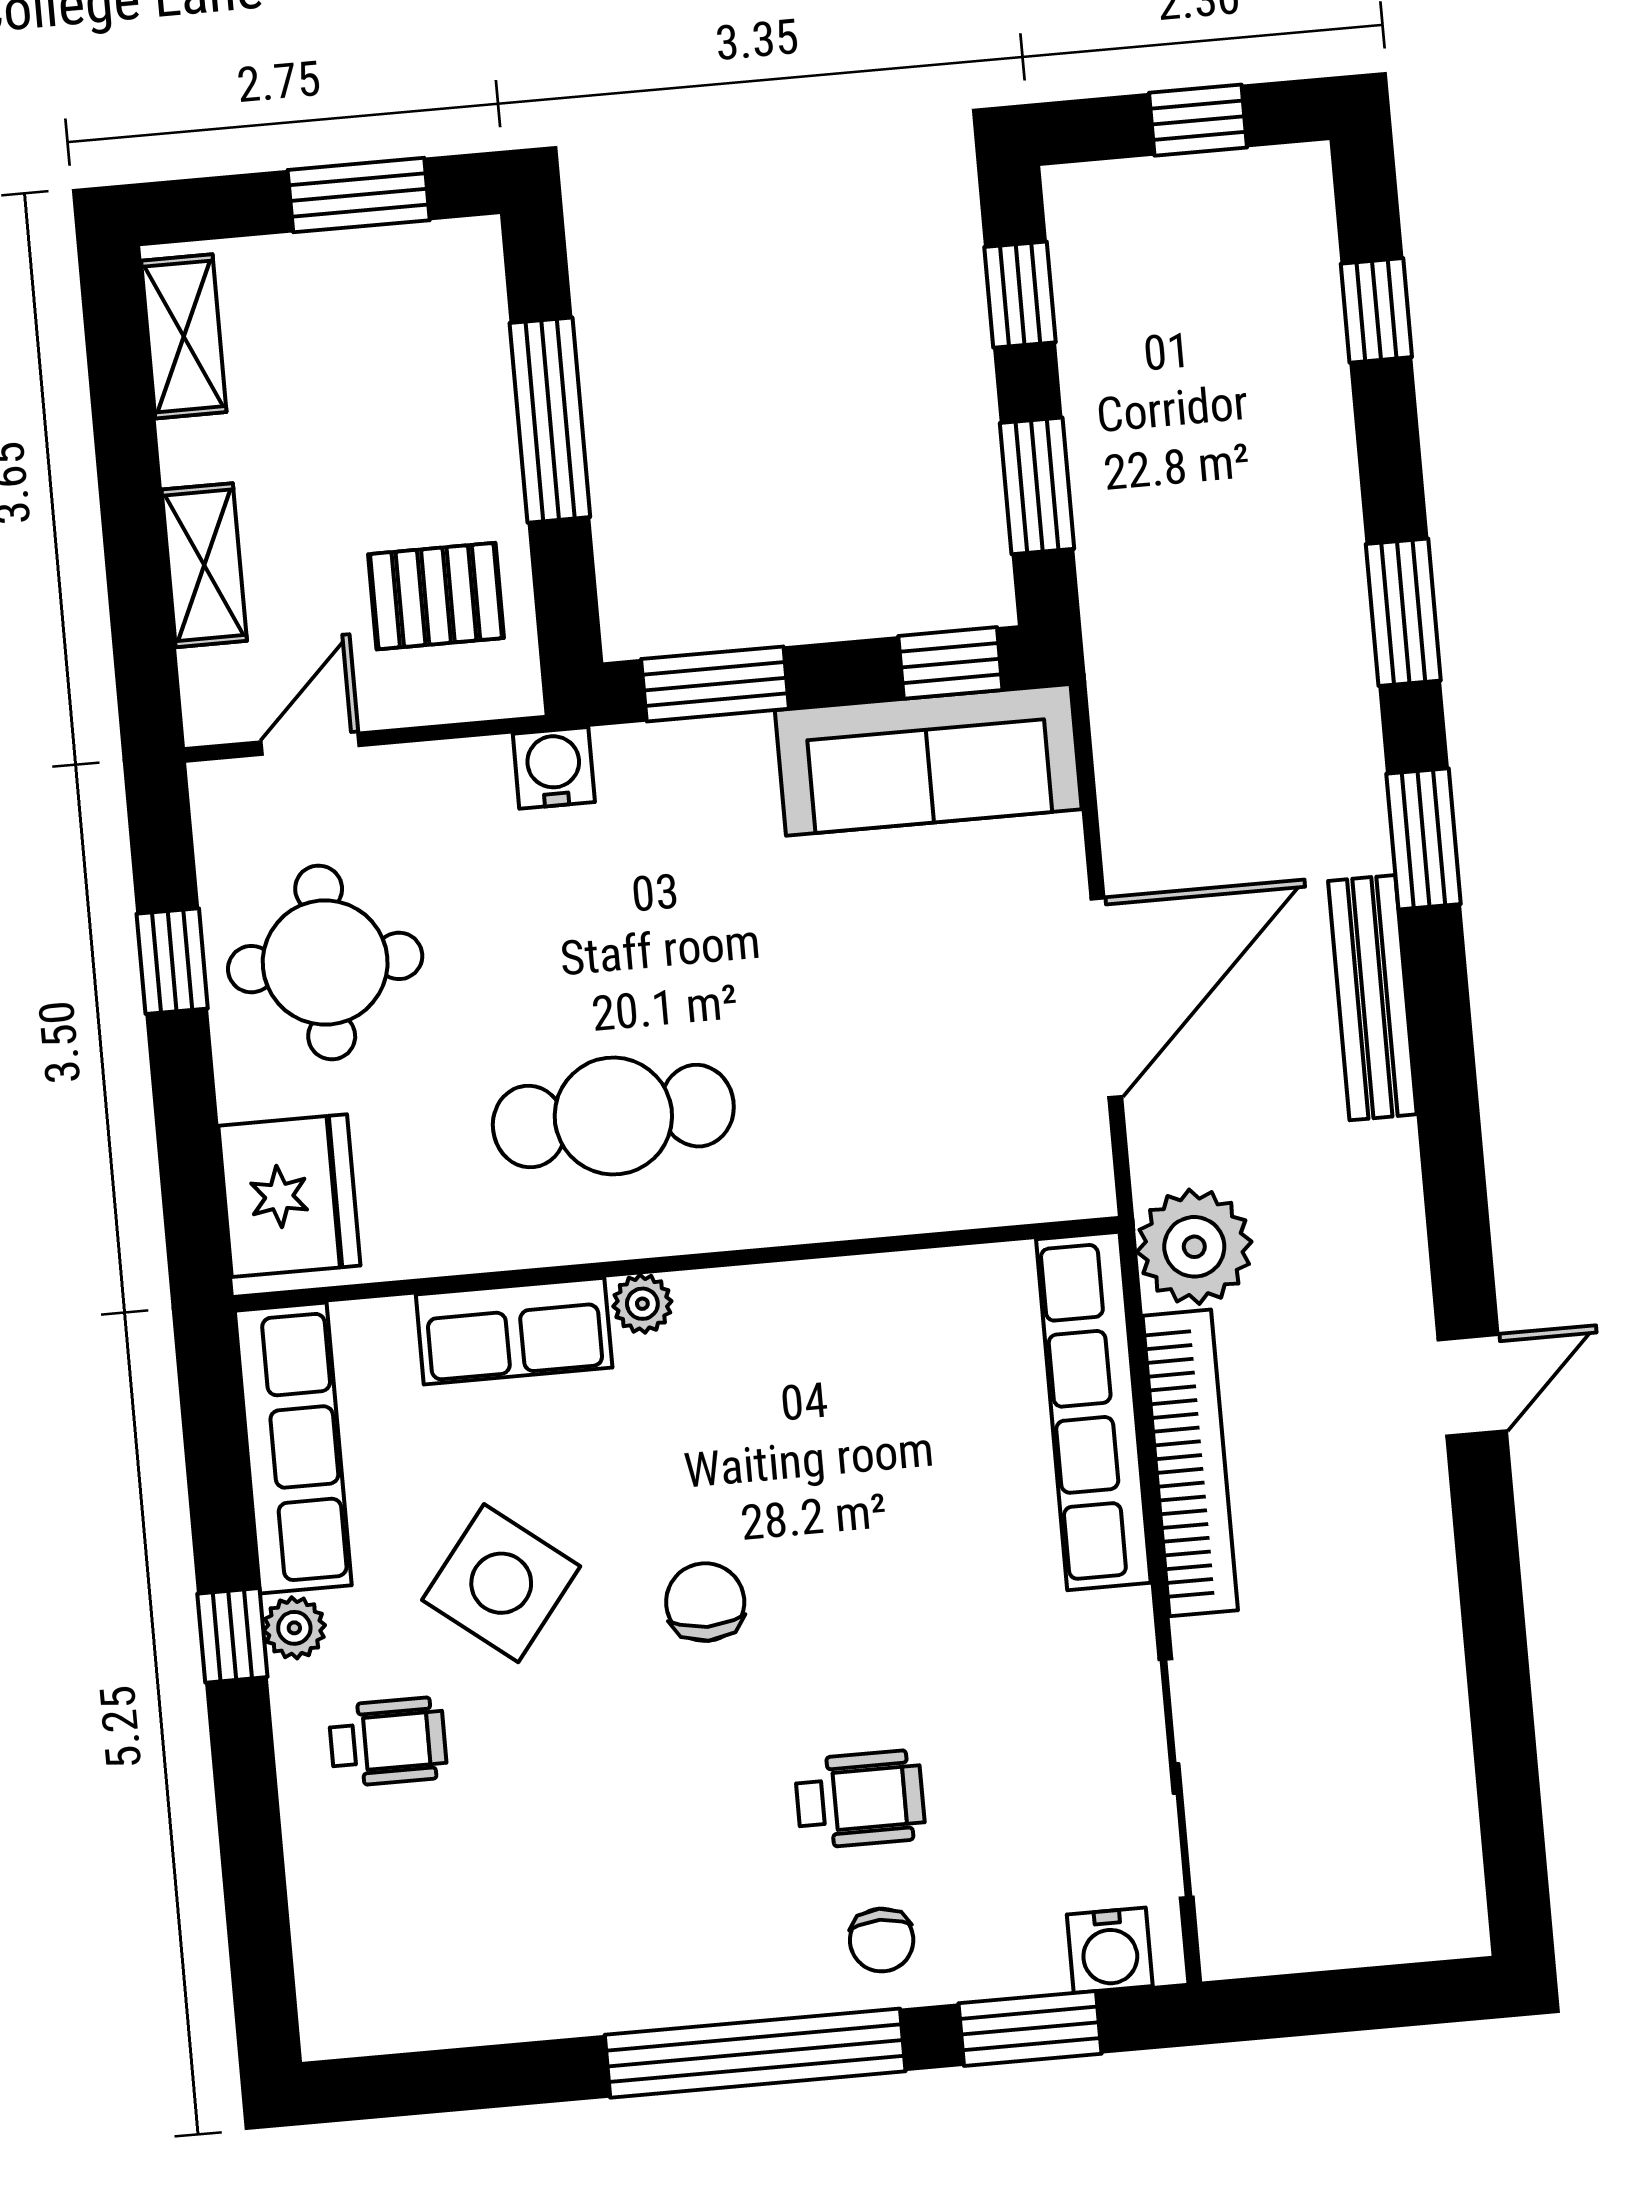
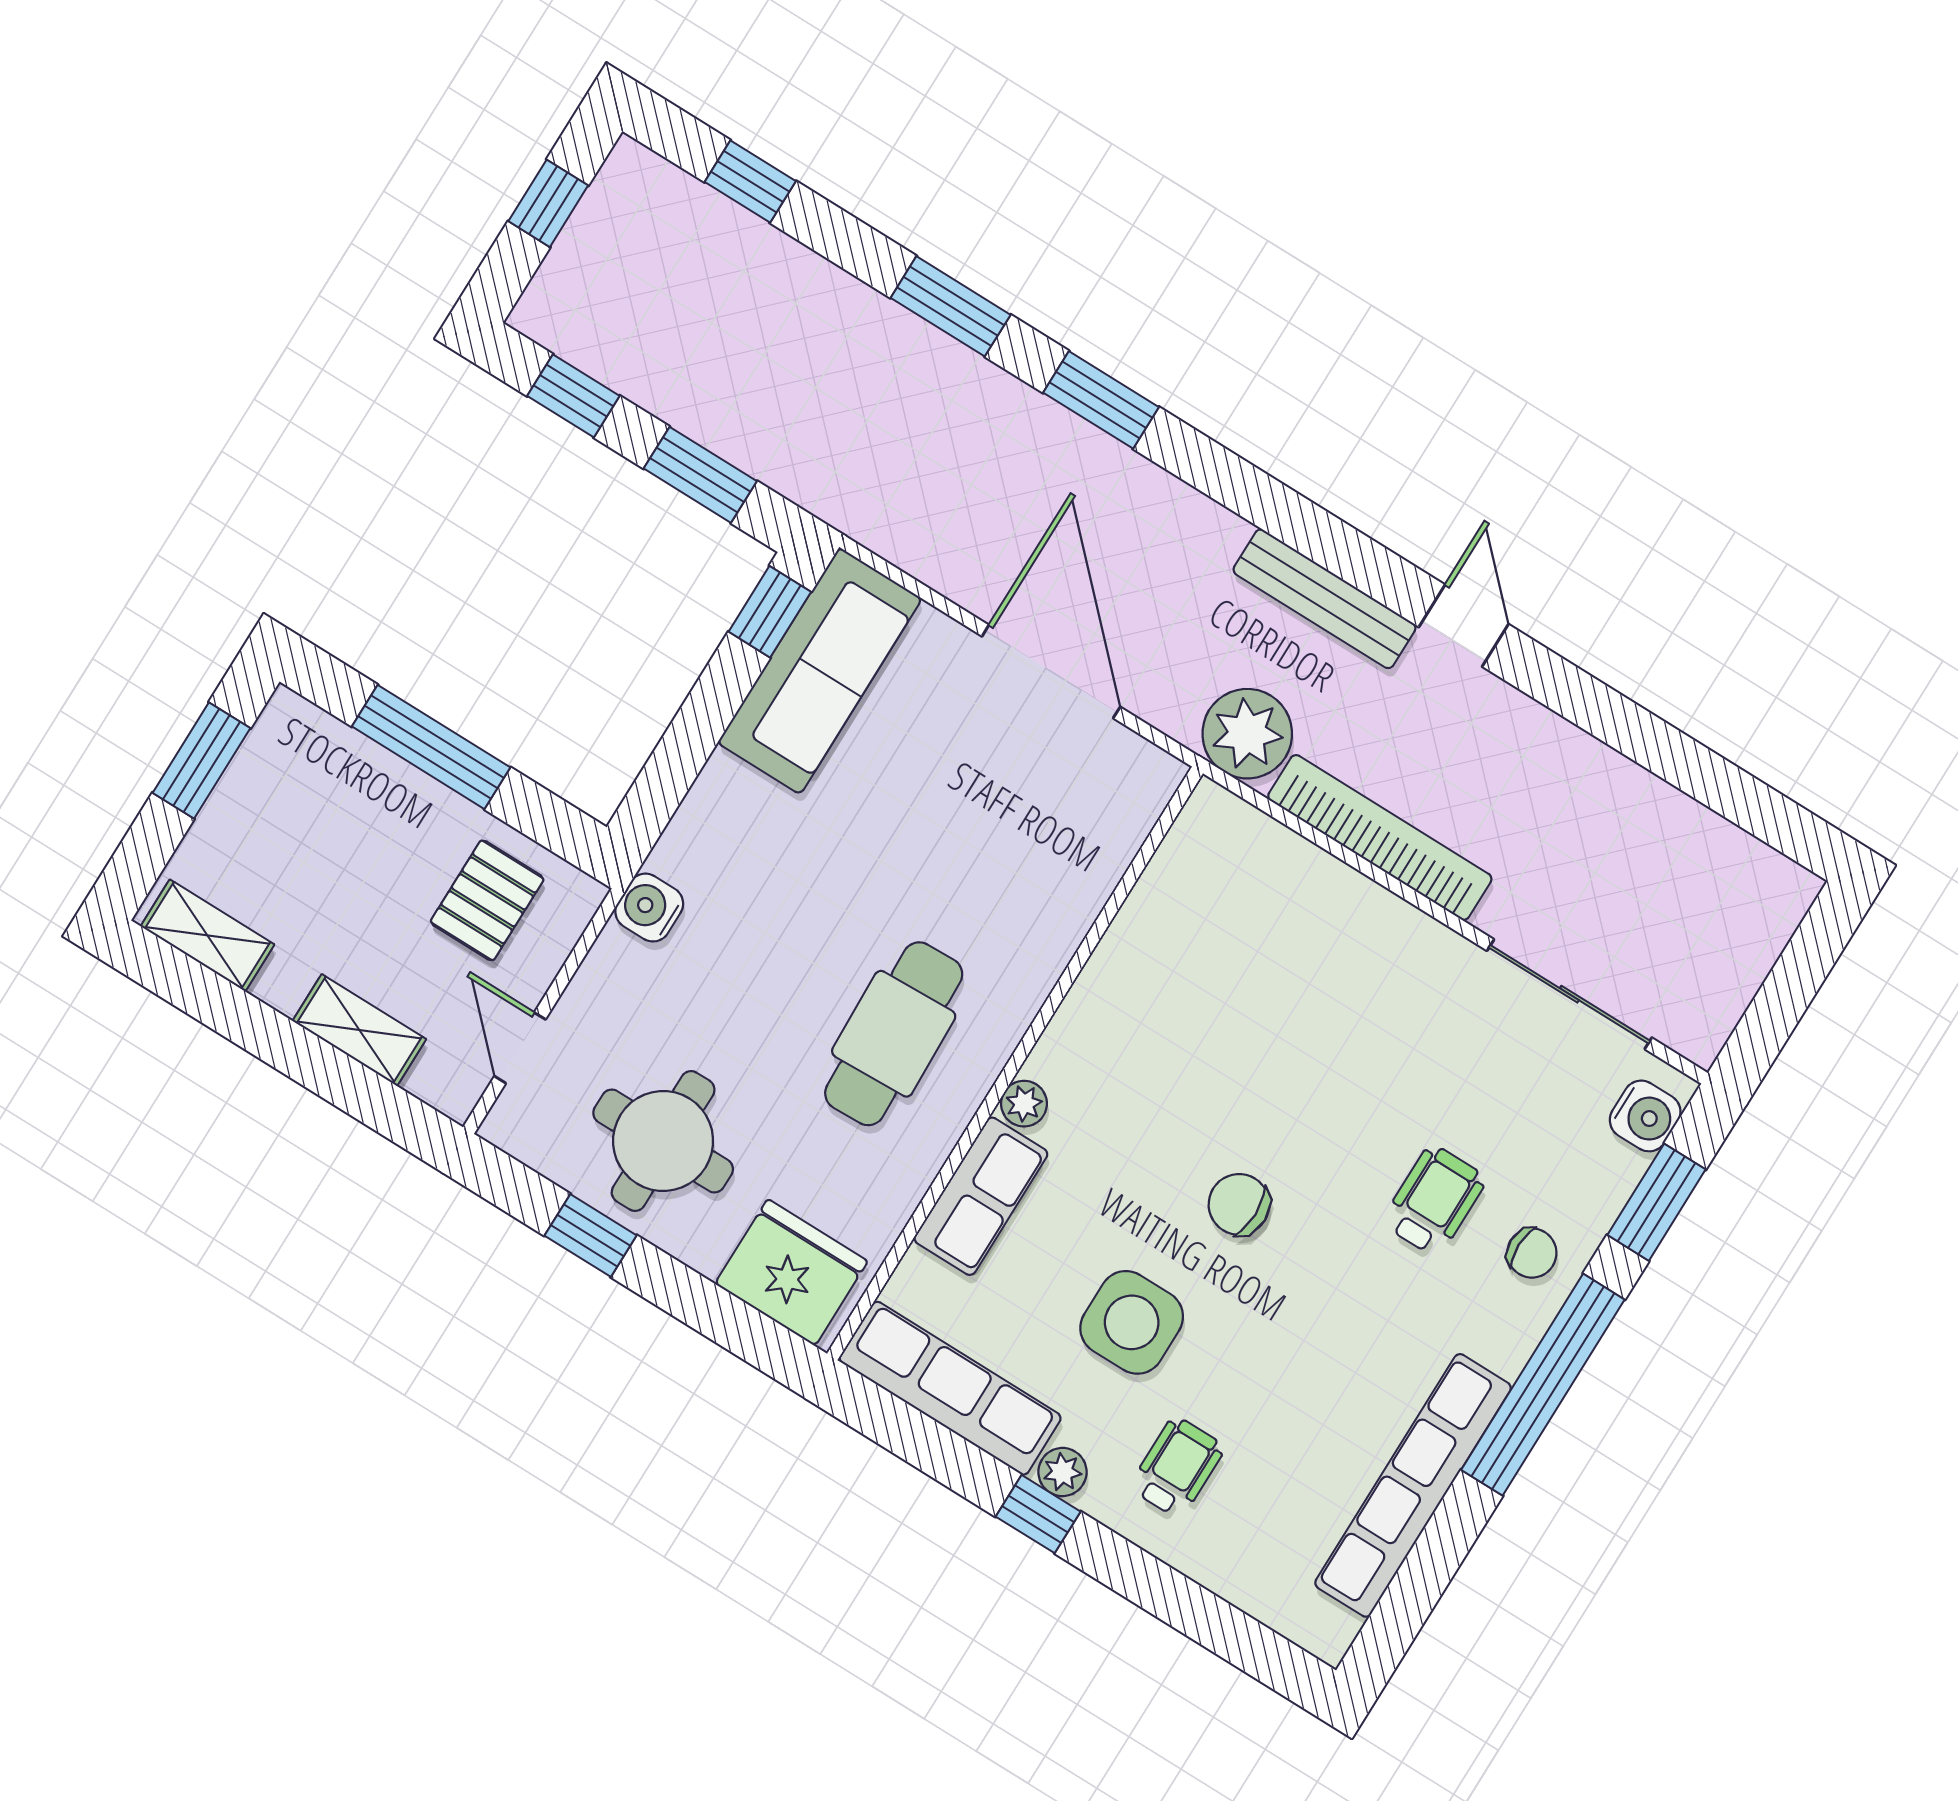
window: (715, 684) -> (673, 768), removed
bench: (1372, 998) -> (1325, 599), moved
row of seats: (1093, 1411) -> (1413, 1485), moved, turned 90
side table: (501, 1583) -> (1132, 1322), turned -38

